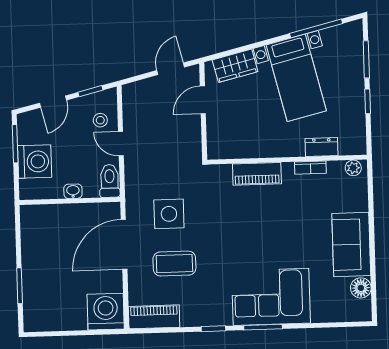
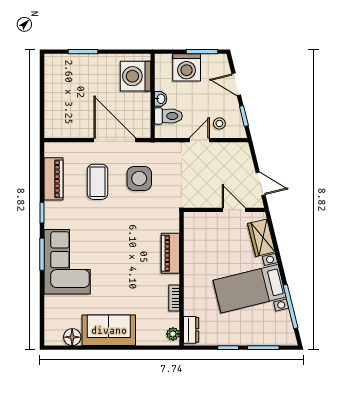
dresser: (321, 147) -> (191, 330), moved
toilet: (110, 181) -> (168, 116), moved
washing machine: (106, 312) -> (135, 76), moved, turned 180
piano: (154, 317) -> (53, 179), moved

